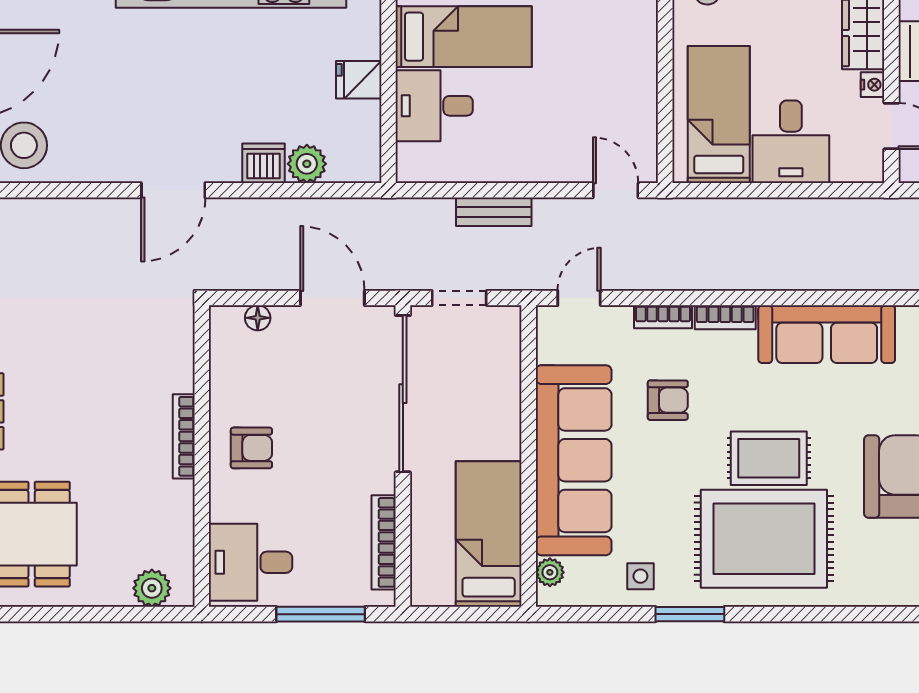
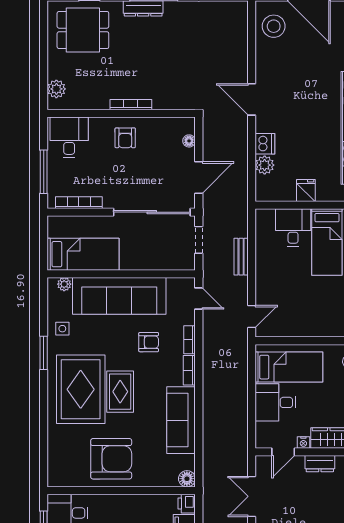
armchair: (668, 400) -> (149, 342), turned -90

